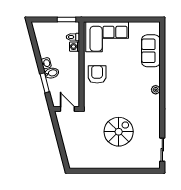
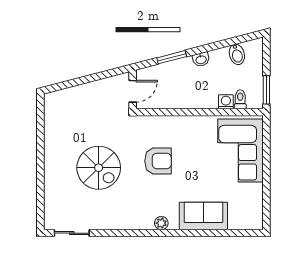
sofa: (151, 51) -> (203, 216), moved
bidet: (52, 73) -> (237, 54), moved
armchair: (97, 74) -> (158, 161), moved

